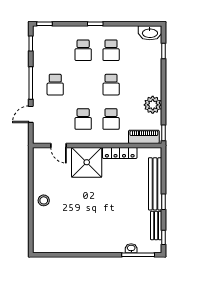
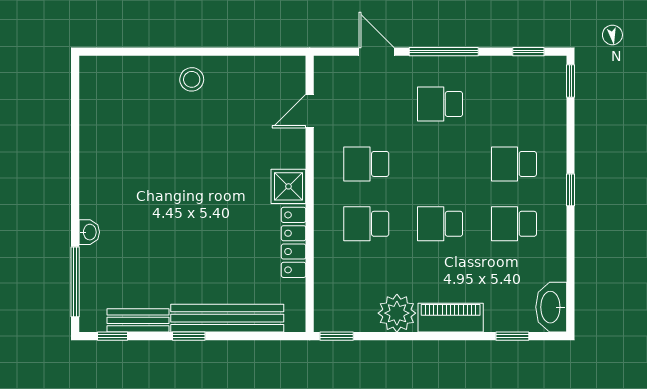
piano: (144, 137) -> (451, 318), moved, turned -90
shower: (87, 162) -> (288, 186), width x0.54, depth x0.54
washbasin: (131, 248) -> (89, 232), moved

